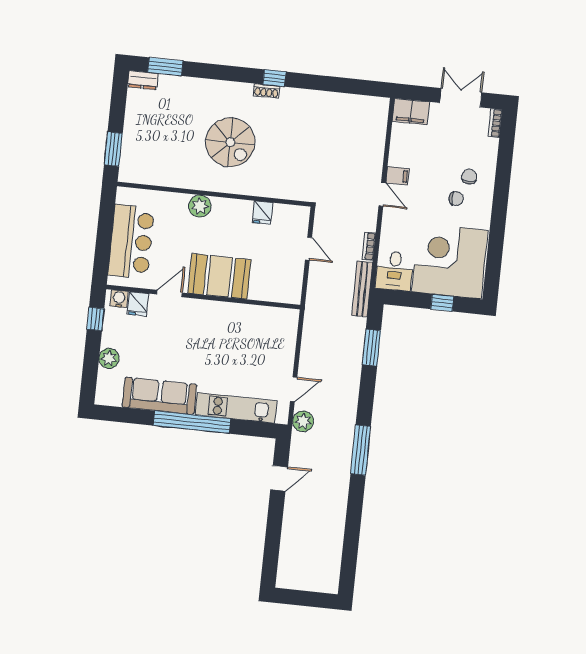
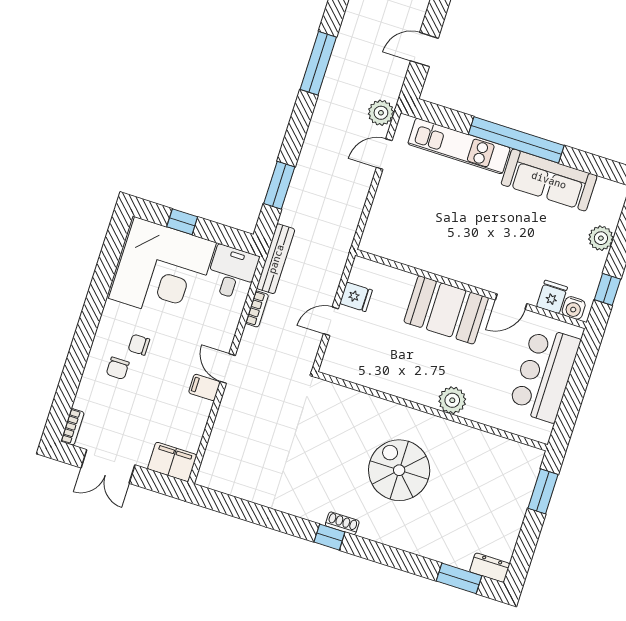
fridge: (263, 213) -> (356, 297), moved, turned 90
door: (308, 249) -> (331, 321), hinge flipped

